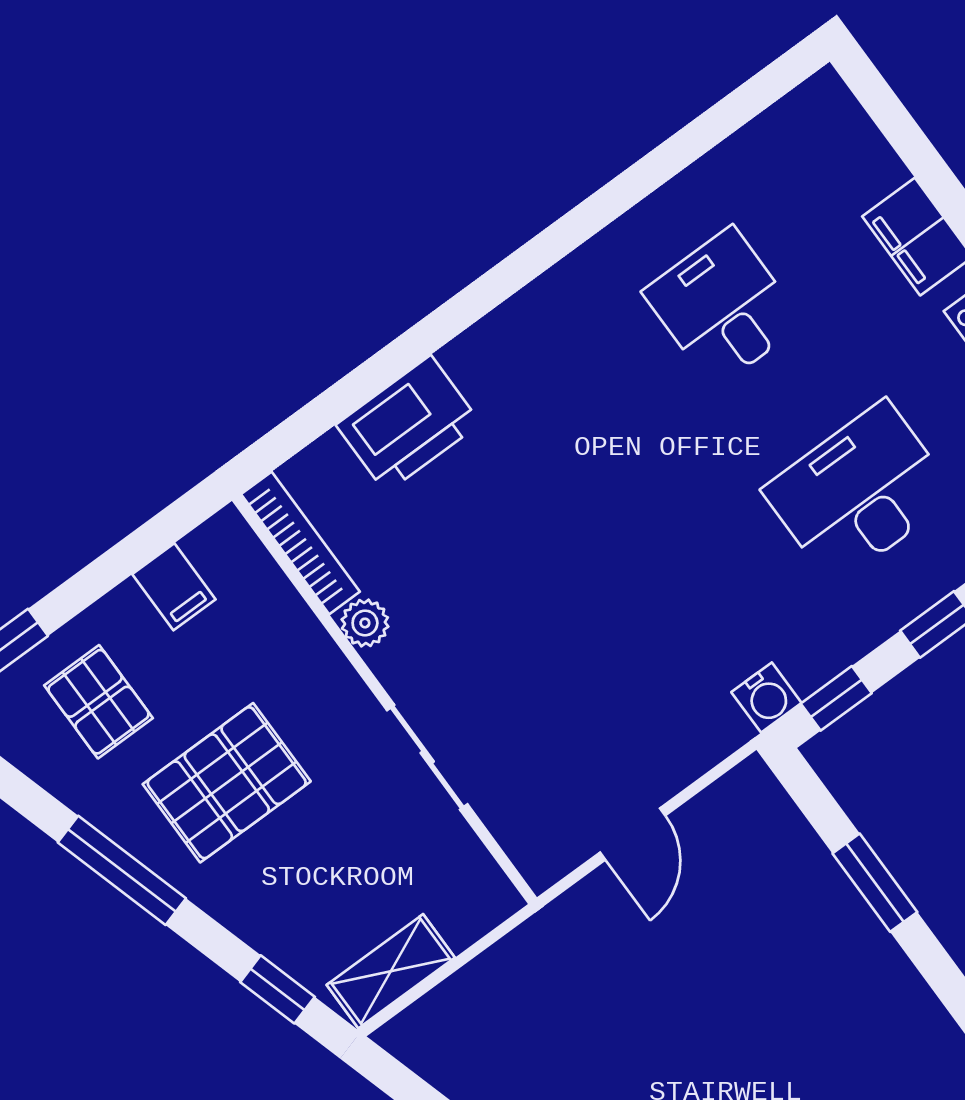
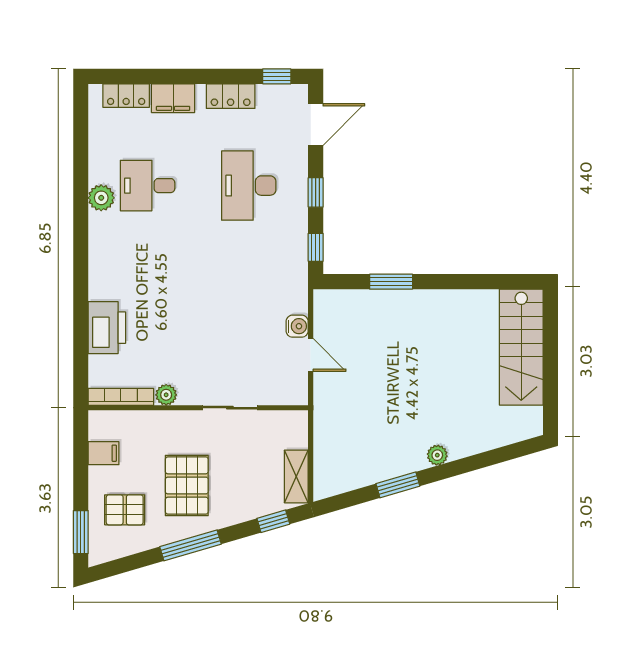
locker: (859, 147) -> (126, 96), added
plant: (638, 239) -> (101, 198), added
water cooler: (766, 697) -> (297, 326), moved

